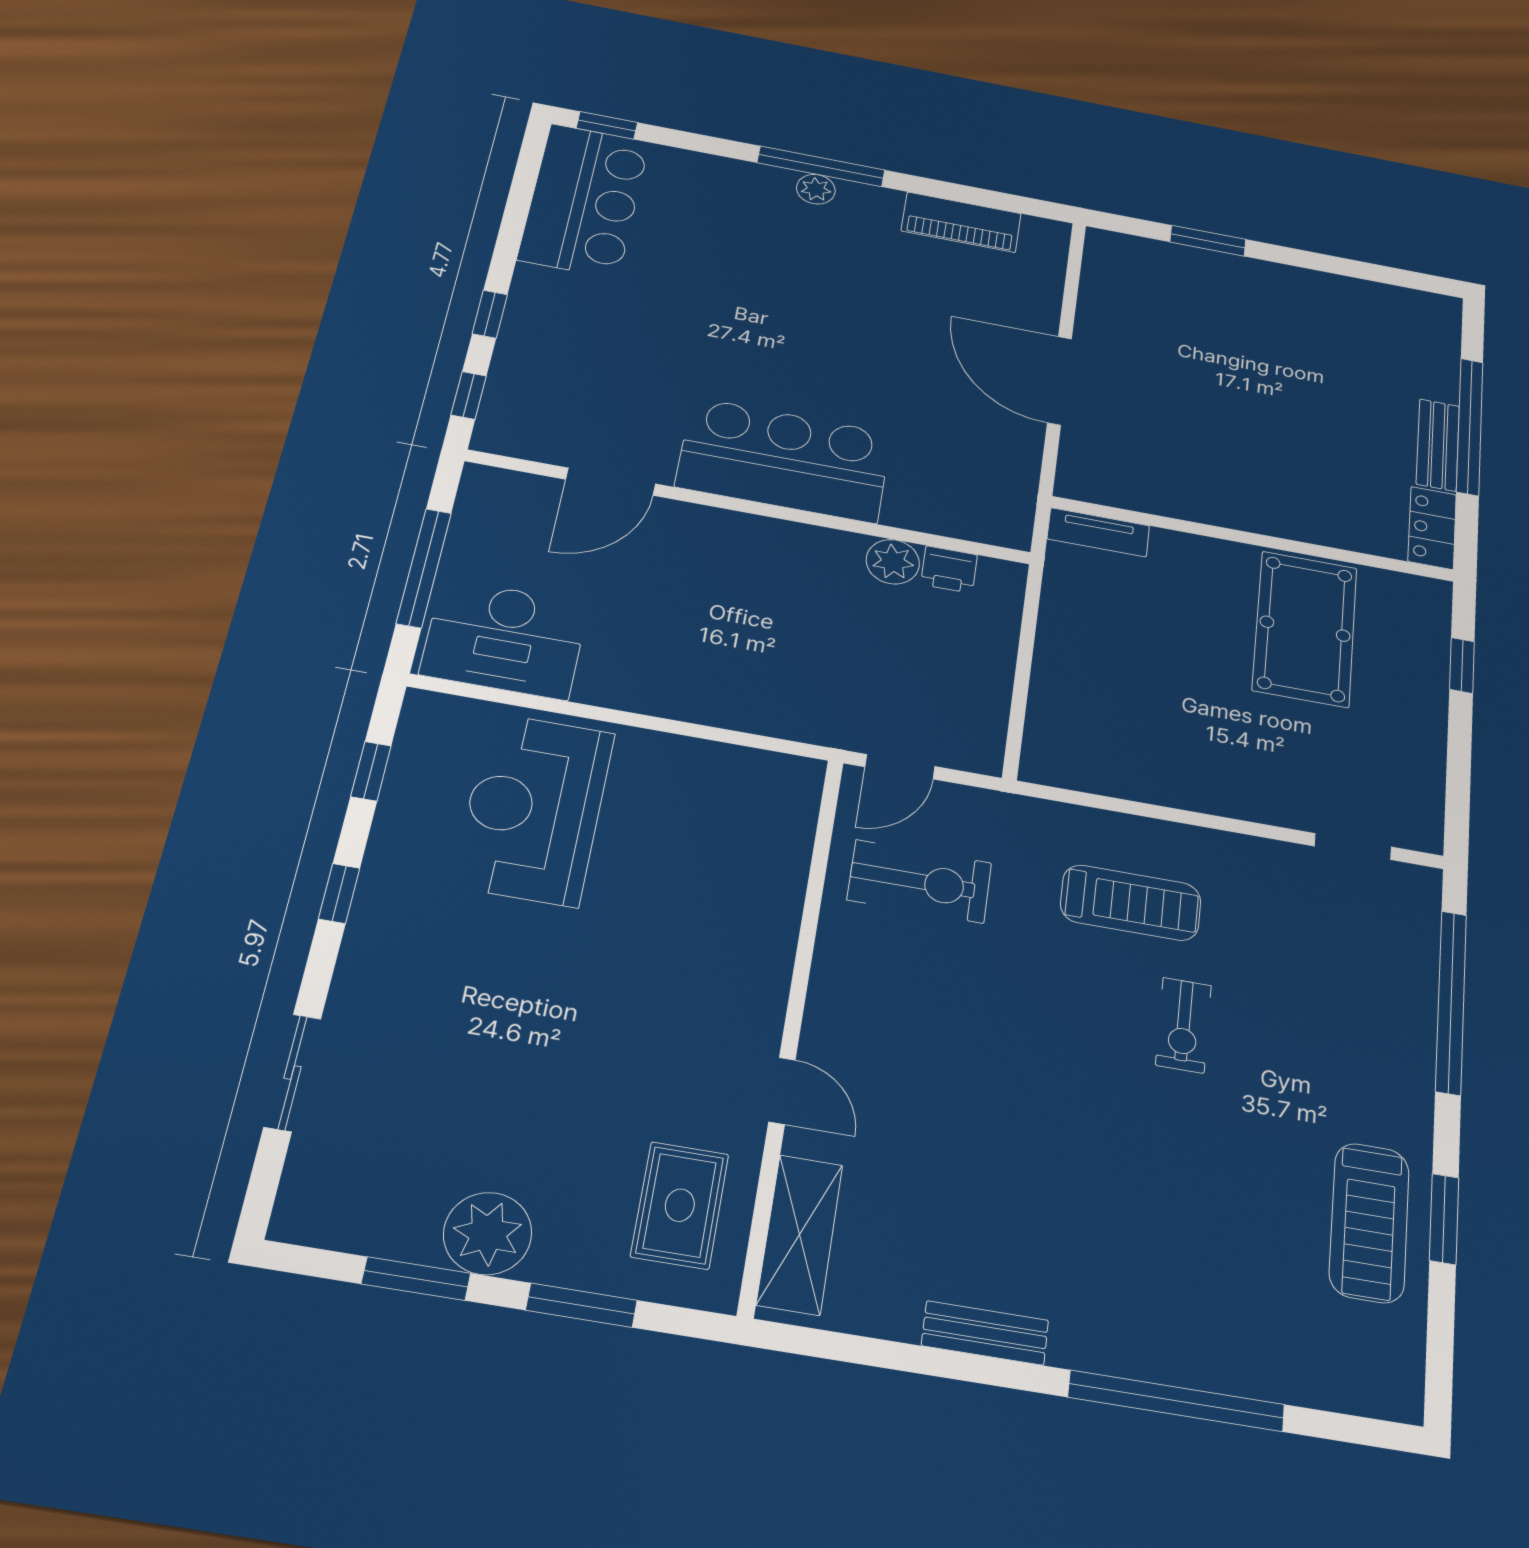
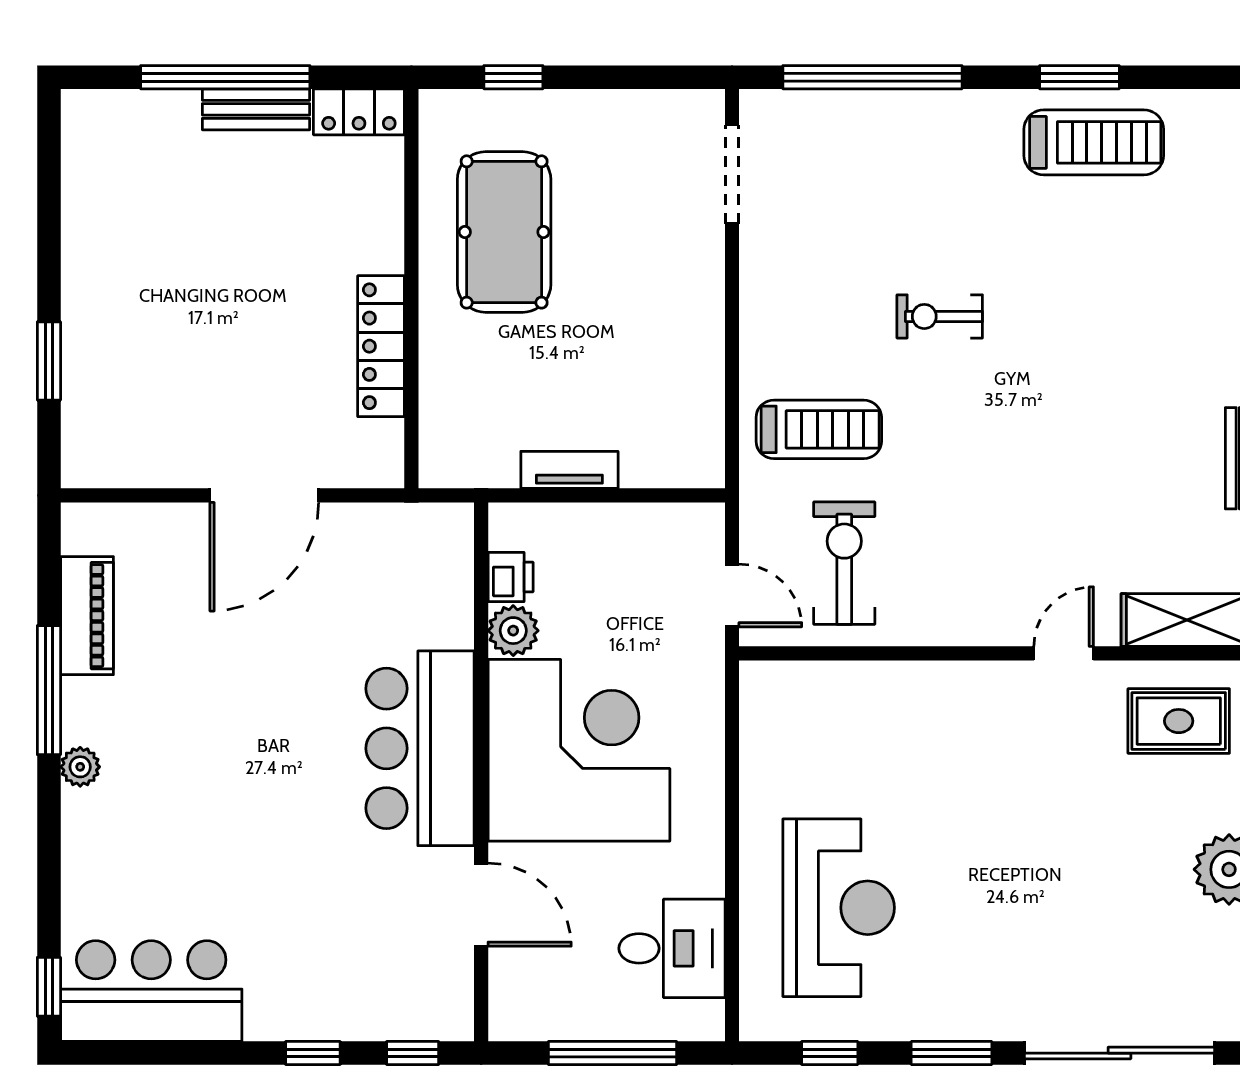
window: (821, 166) -> (49, 690), moved
locker: (1198, 503) -> (381, 346), added
tv unit: (1098, 532) -> (569, 470), moved, turned -90
corner desk: (757, 597) -> (579, 750), added
pool table: (1305, 629) -> (504, 232), turned 90
desk: (505, 639) -> (672, 948), width x0.73
reception desk: (534, 809) -> (839, 908), turned -90
doorway: (1353, 847) -> (732, 174), width x1.38
window: (339, 893) -> (952, 1053), width x1.50
treadmill: (1131, 903) -> (819, 429), moved, turned 90
exercise bike: (1183, 1025) -> (940, 316), turned 180
sliding door: (293, 1073) -> (1119, 1053), width x1.86

